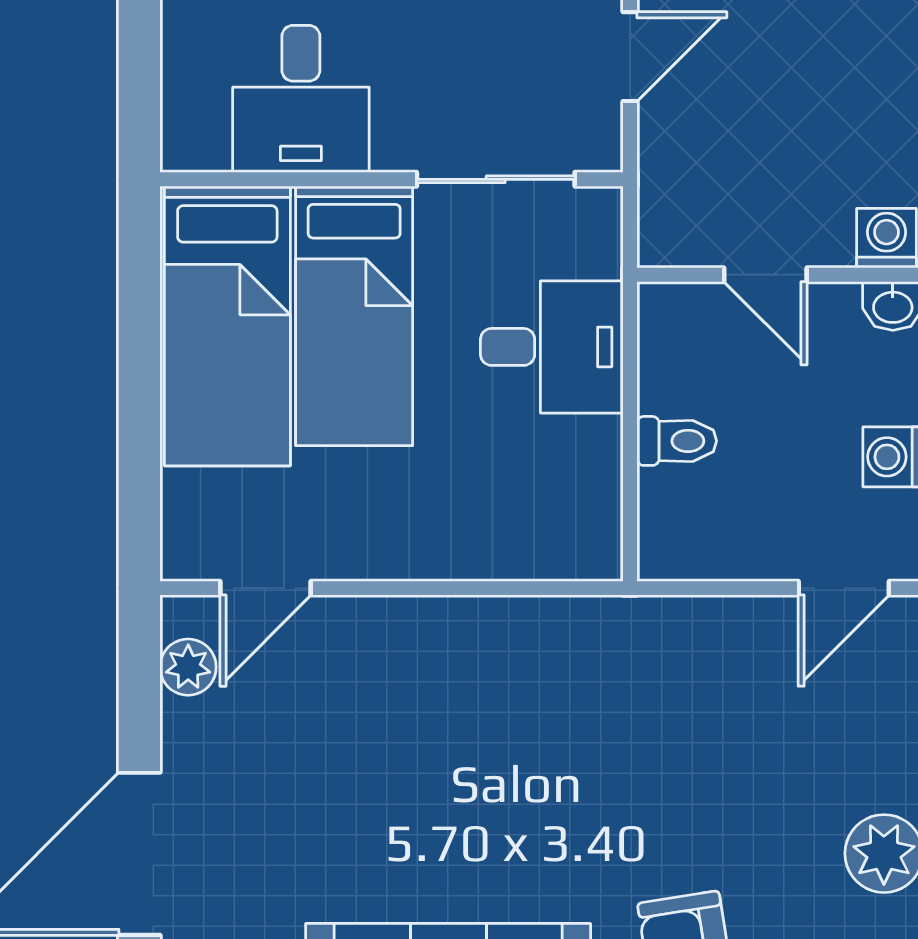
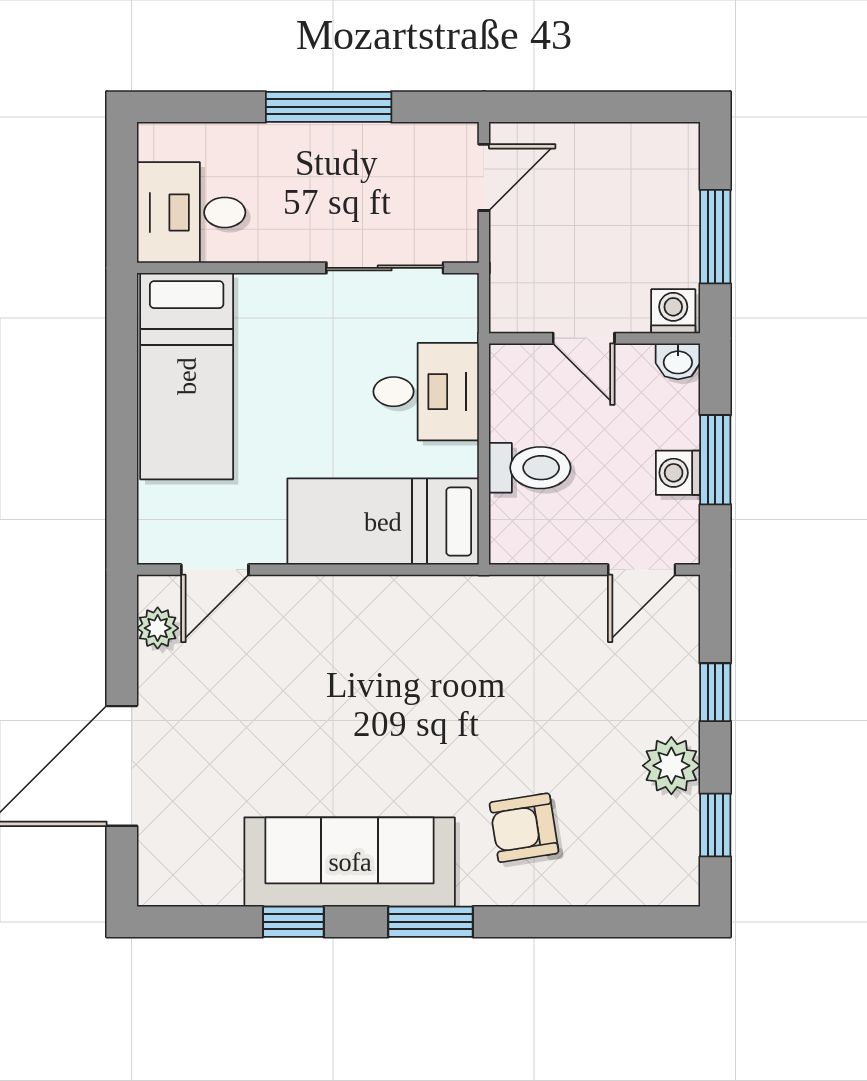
desk: (301, 99) -> (191, 212), moved, turned 90
bed: (354, 316) -> (383, 522), moved, turned 90
toilet: (677, 441) -> (530, 468), width x1.37, depth x1.39

